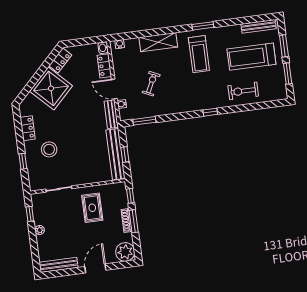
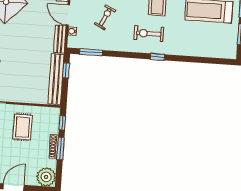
exercise bike: (243, 91) -> (149, 34), moved
window: (125, 154) -> (66, 70), moved

